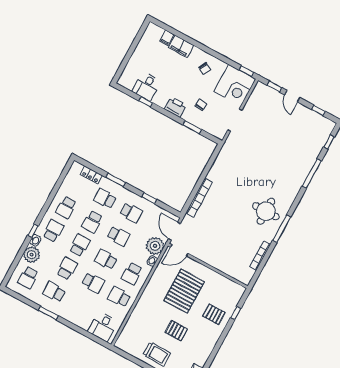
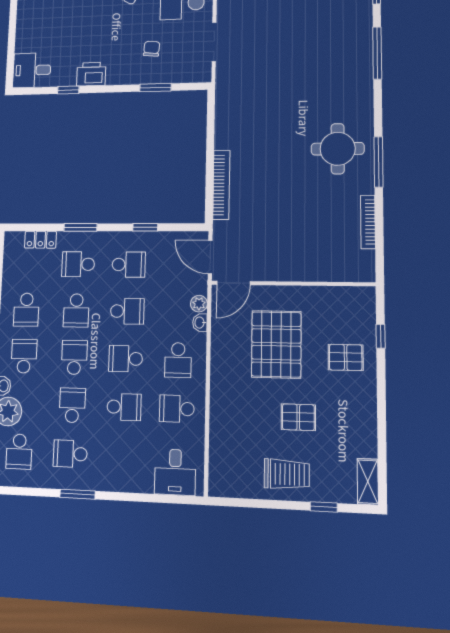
desk: (146, 86) -> (32, 70), moved, turned 90
printer: (175, 107) -> (91, 74), moved
plant: (155, 246) -> (199, 304), width x0.53, depth x0.53

